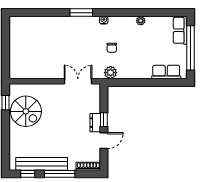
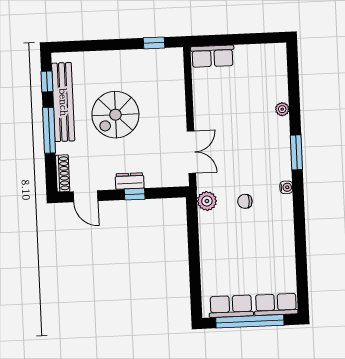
plant: (141, 21) -> (282, 109), moved
row of seats: (16, 65) -> (212, 56), added
row of seats: (166, 72) -> (231, 306), moved, turned -90
spiral stairs: (26, 111) -> (115, 115), moved
door: (104, 141) -> (86, 196), moved

